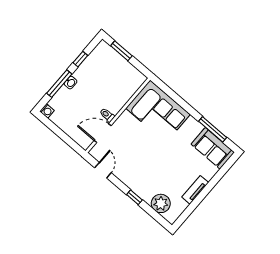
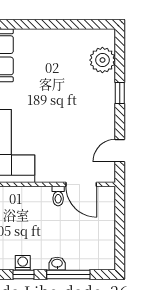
washing machine: (47, 111) -> (23, 263), moved
tv unit: (195, 190) -> (57, 36), removed

